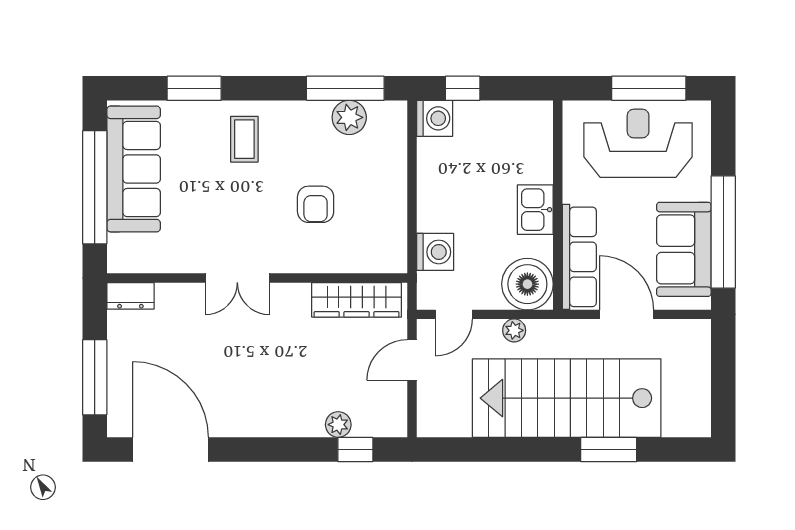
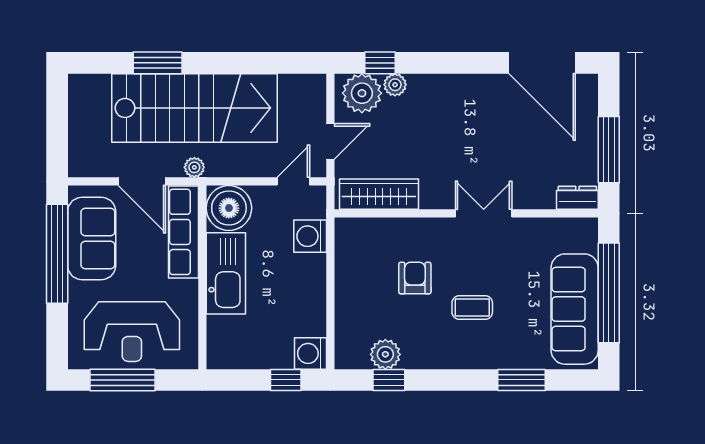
window: (345, 88) -> (389, 380), width x0.46
coffee table: (244, 139) -> (472, 308), moved, turned 90
kitchen sink: (535, 210) -> (226, 273), width x1.87, depth x1.24
plant: (514, 330) -> (194, 167), moved
window: (95, 377) -> (609, 150), moved
plant: (376, 415) -> (362, 93), added

